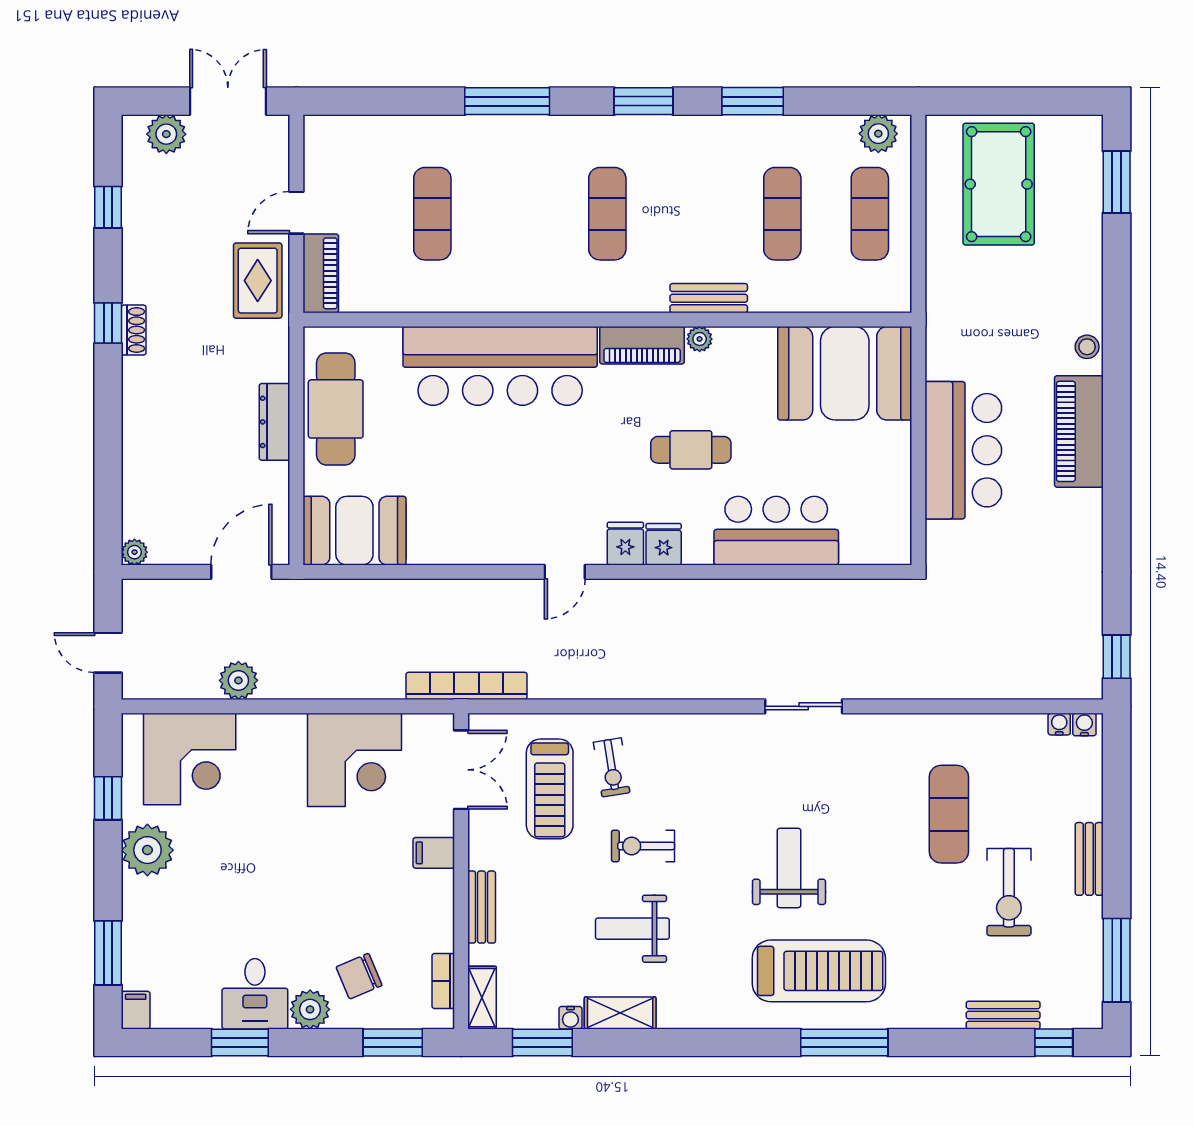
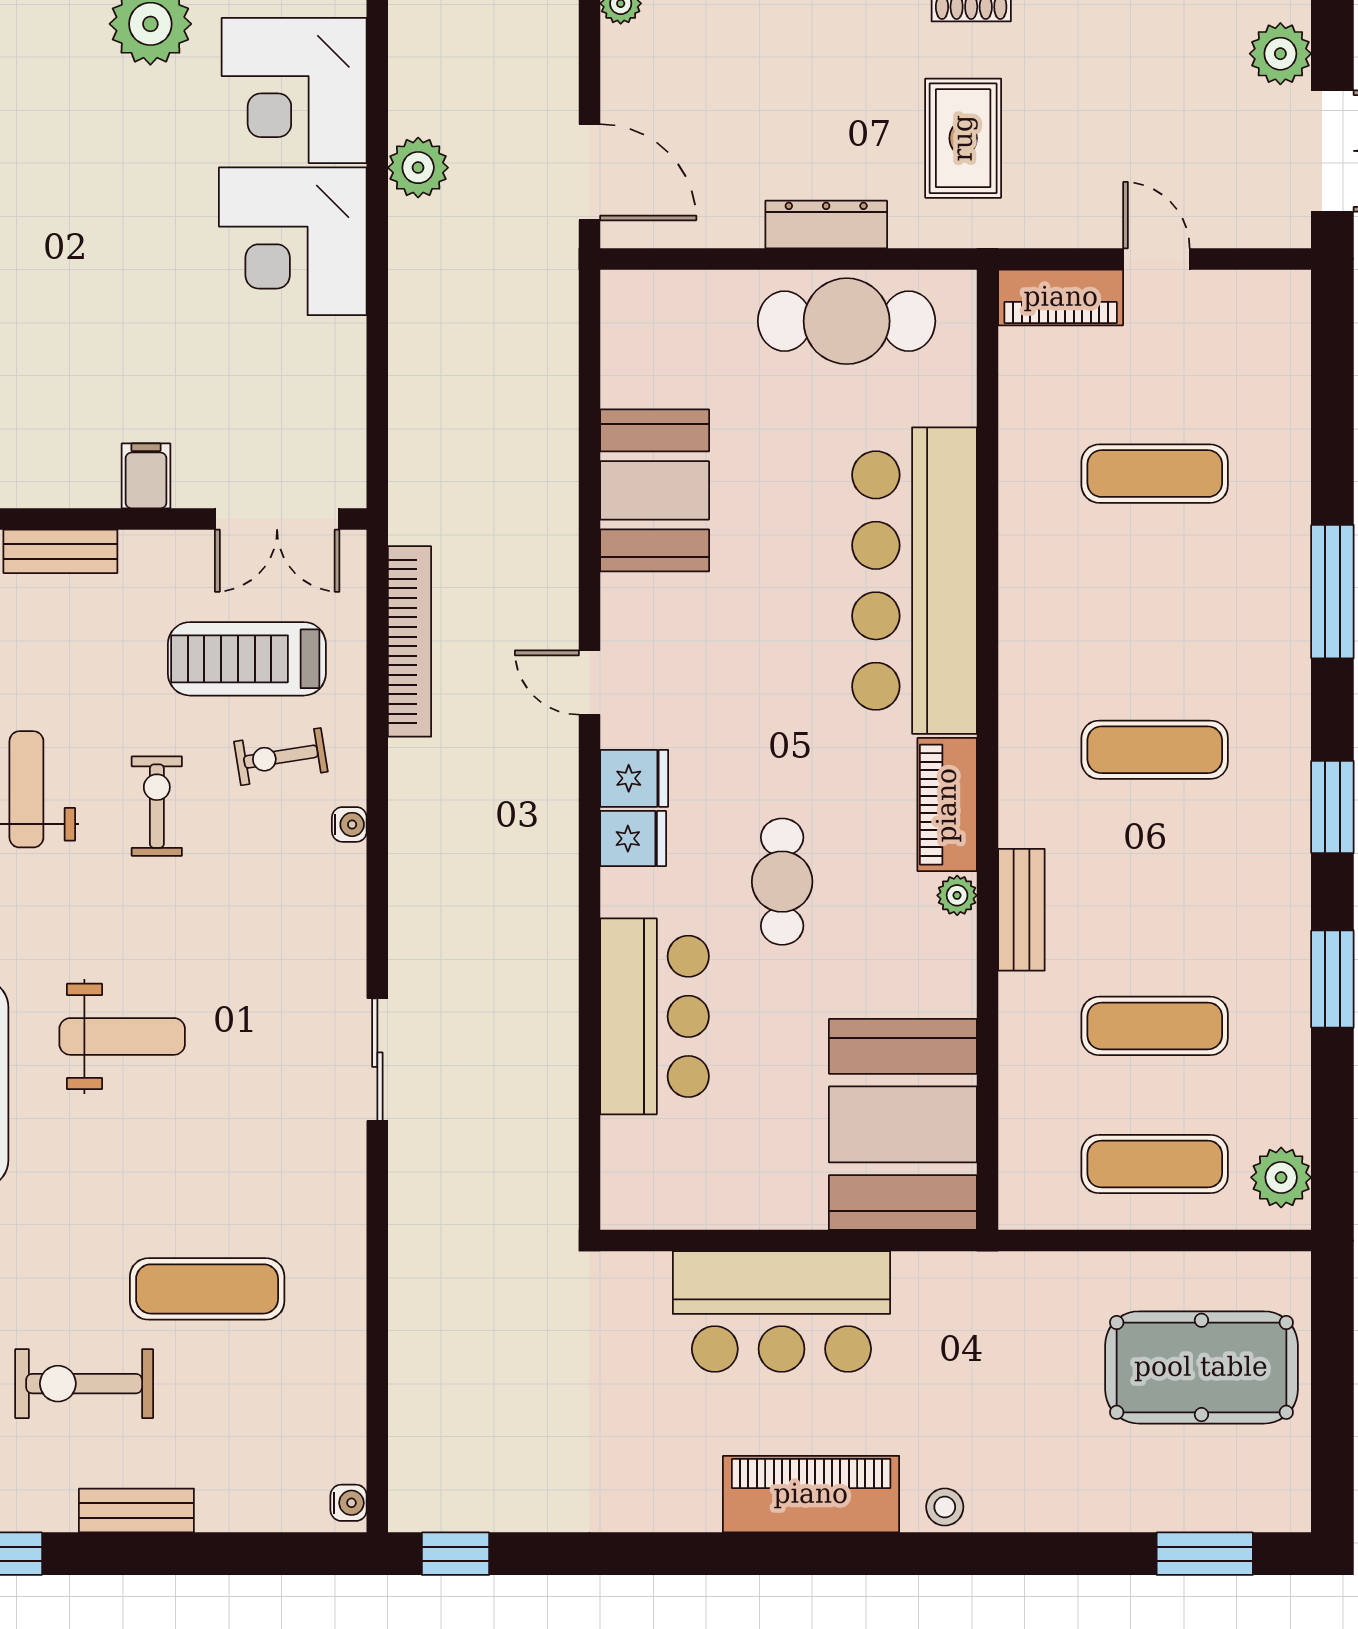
rug: (258, 281) -> (963, 138), moved, turned 90
booth: (354, 531) -> (655, 490), moved
bookcase: (466, 686) -> (410, 641), moved
water cooler: (1059, 724) -> (349, 824), moved
corner desk: (354, 760) -> (293, 241), moved

